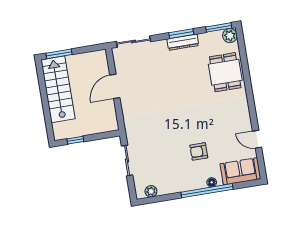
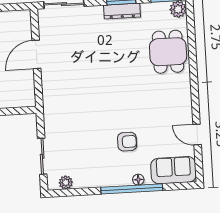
armchair: (199, 151) -> (127, 142), turned 180
sliding door: (127, 161) -> (42, 156), moved

